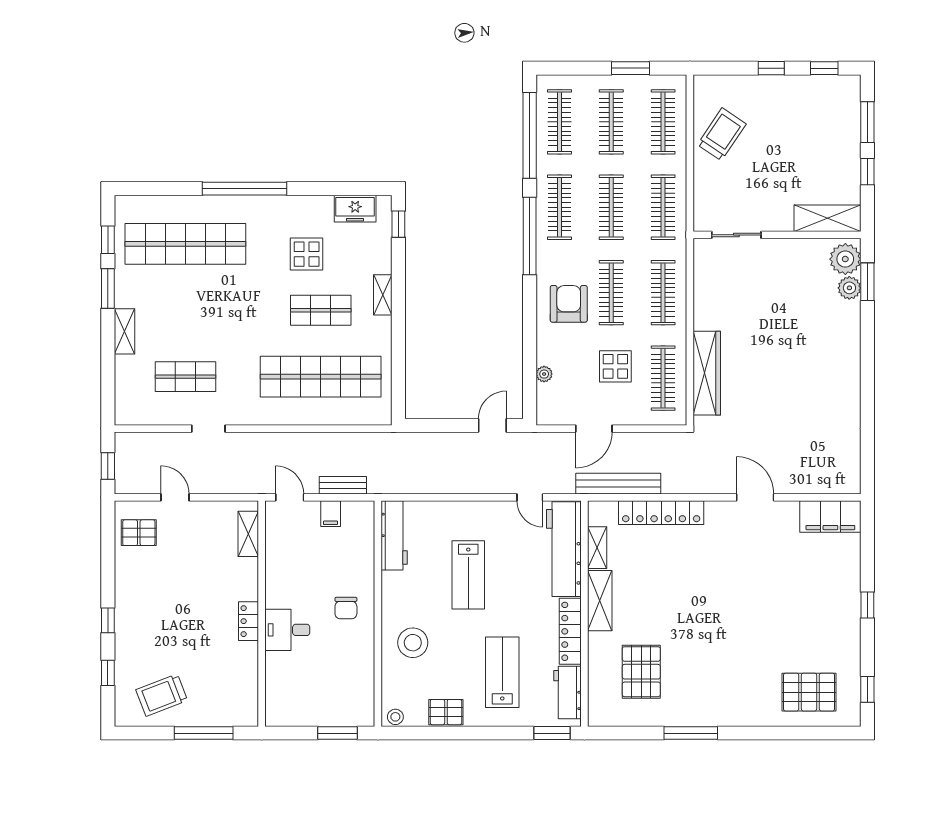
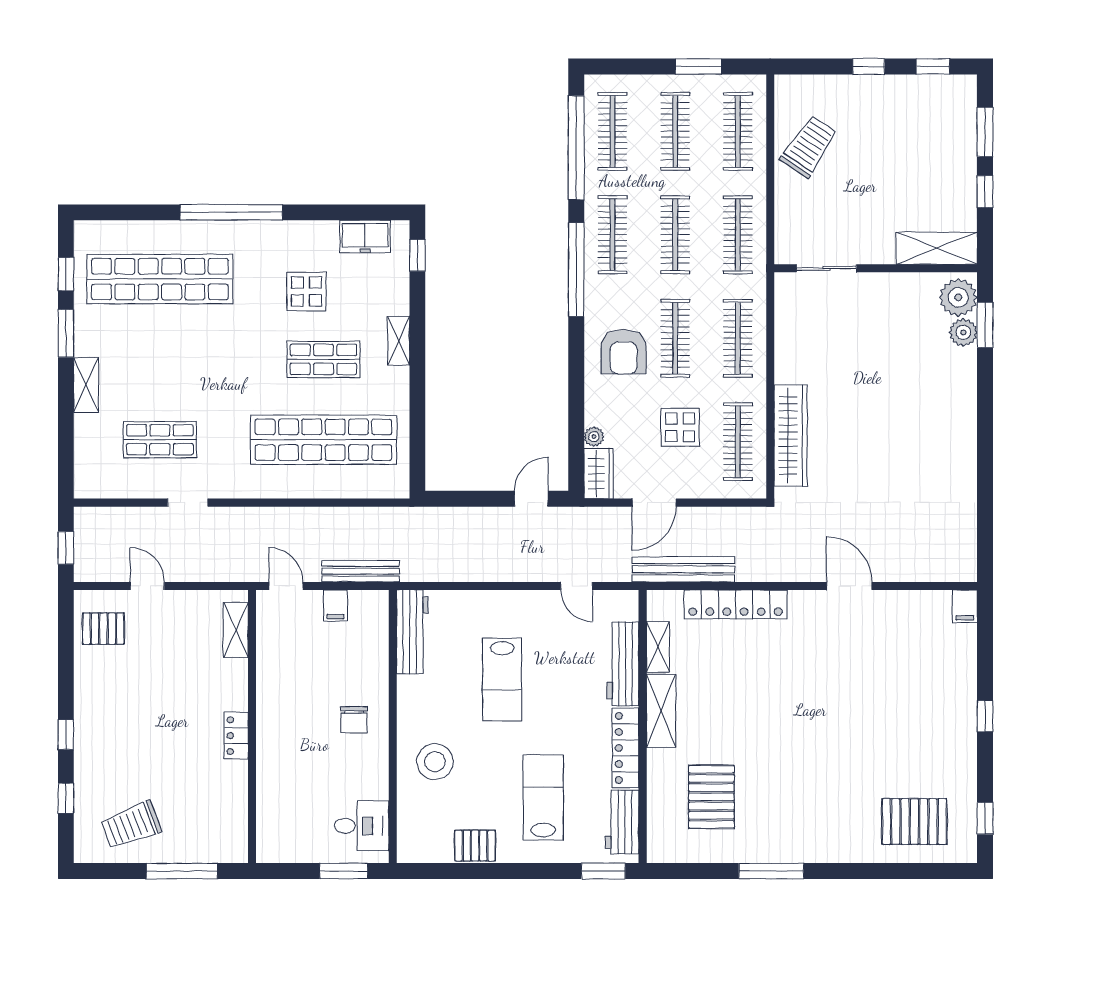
armchair: (569, 304) -> (624, 352), turned 180
wardrobe: (548, 405) -> (599, 474), added
bench: (343, 485) -> (361, 571), width x1.36
filing cabinet: (830, 516) -> (965, 606), width x0.33, depth x0.86
workbench: (564, 549) -> (623, 664), width x0.73, depth x0.76
desk: (287, 630) -> (362, 826), moved, turned 180
stool: (395, 717) -> (414, 851), removed

